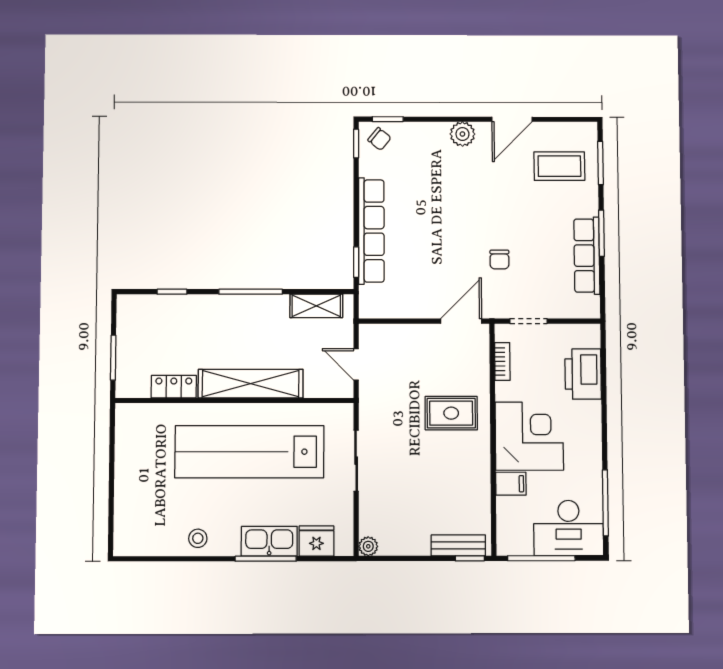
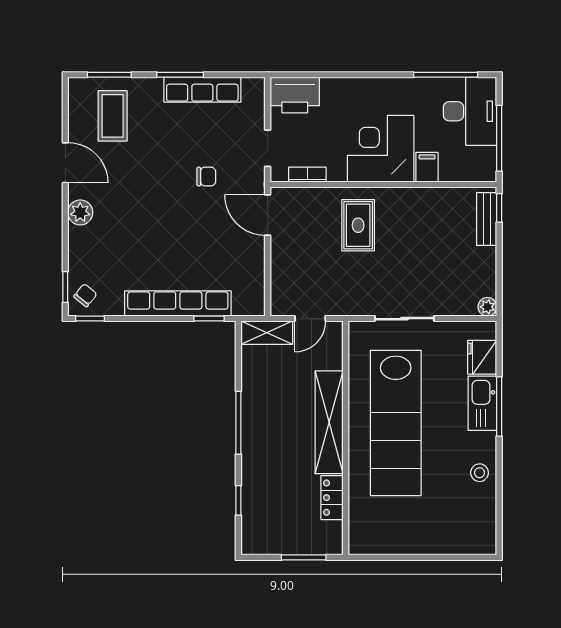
shelving: (316, 306) -> (267, 333), moved, turned 90
printer: (583, 374) -> (295, 95), moved

